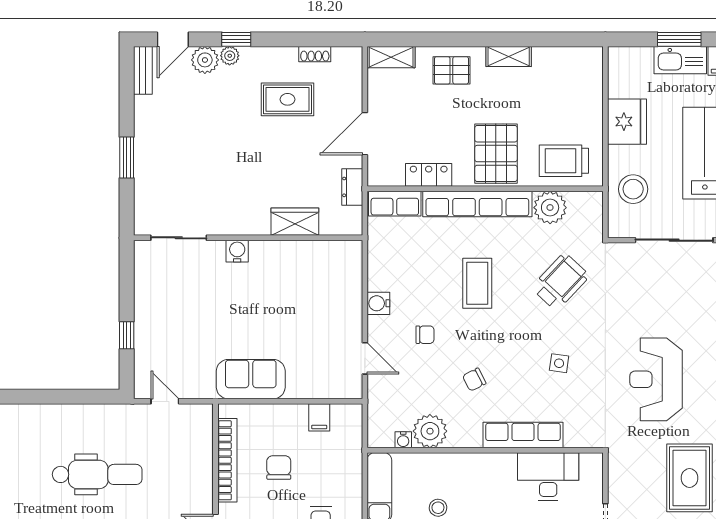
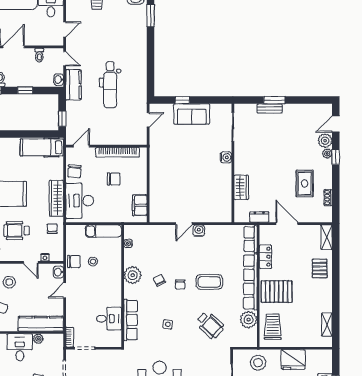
door: (173, 39) -> (336, 124), hinge flipped
shelving: (509, 57) -> (327, 325), moved
bench: (143, 70) -> (270, 108), moved
chair: (425, 335) -> (180, 284), moved
door: (365, 358) -> (184, 224), moved
sofa: (251, 379) -> (192, 114), moved, turned 90
filing cabinet: (319, 417) -> (140, 205), width x2.00
plant: (430, 431) -> (133, 275), moved
row of seats: (523, 435) -> (131, 320), moved
desk: (548, 477) -> (109, 319), width x0.73

